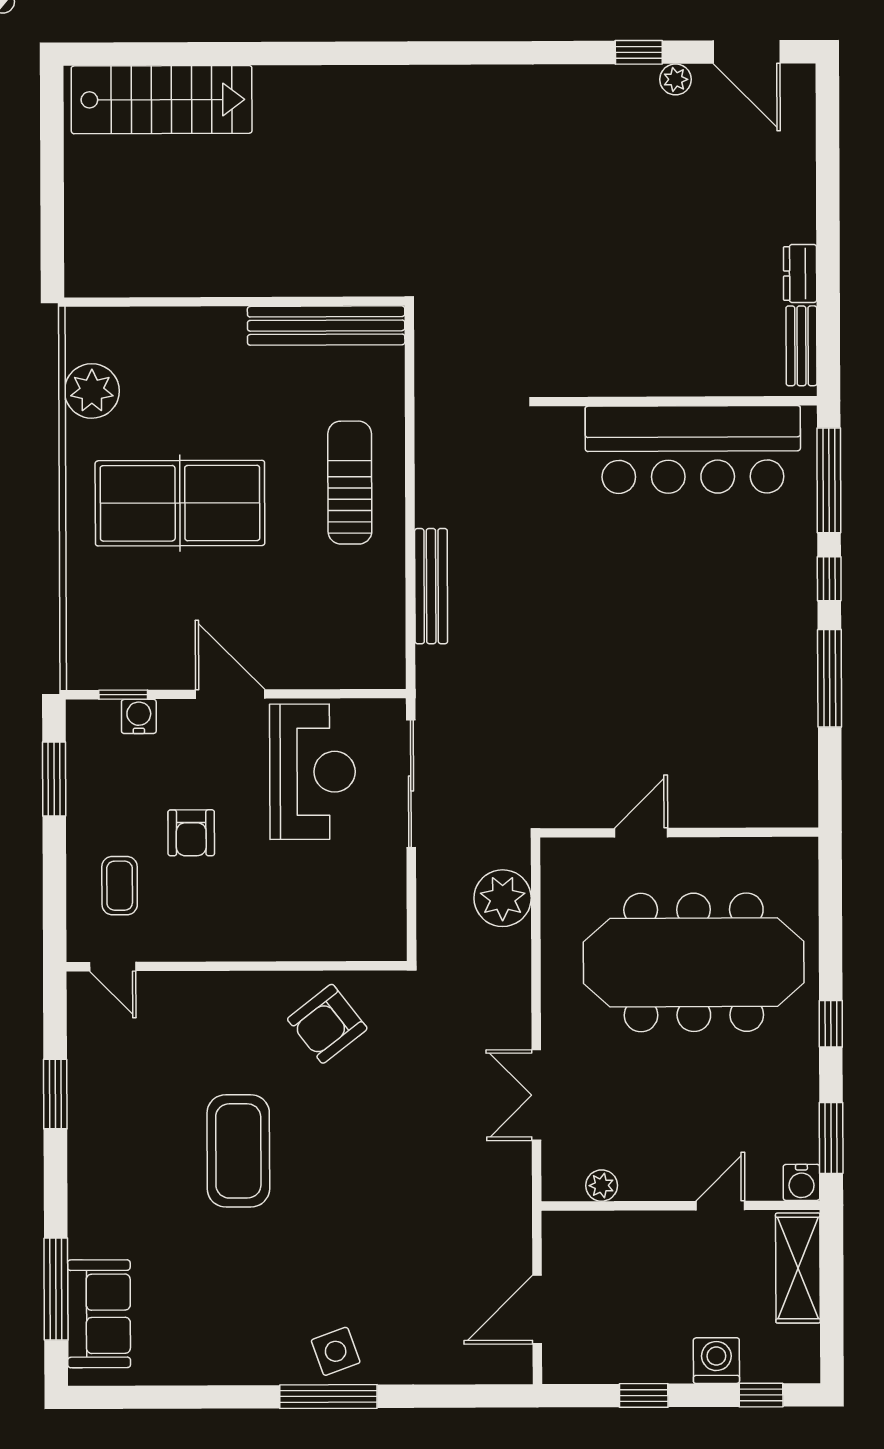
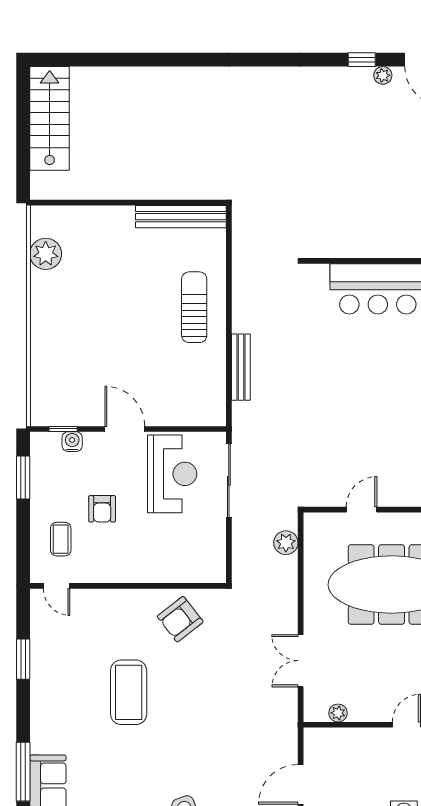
stairs: (162, 100) -> (50, 118), moved, turned -90
table tennis table: (180, 503) -> (96, 319), removed
plant: (503, 898) -> (286, 543), width x0.73, depth x0.73

